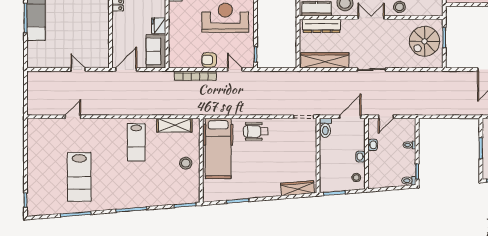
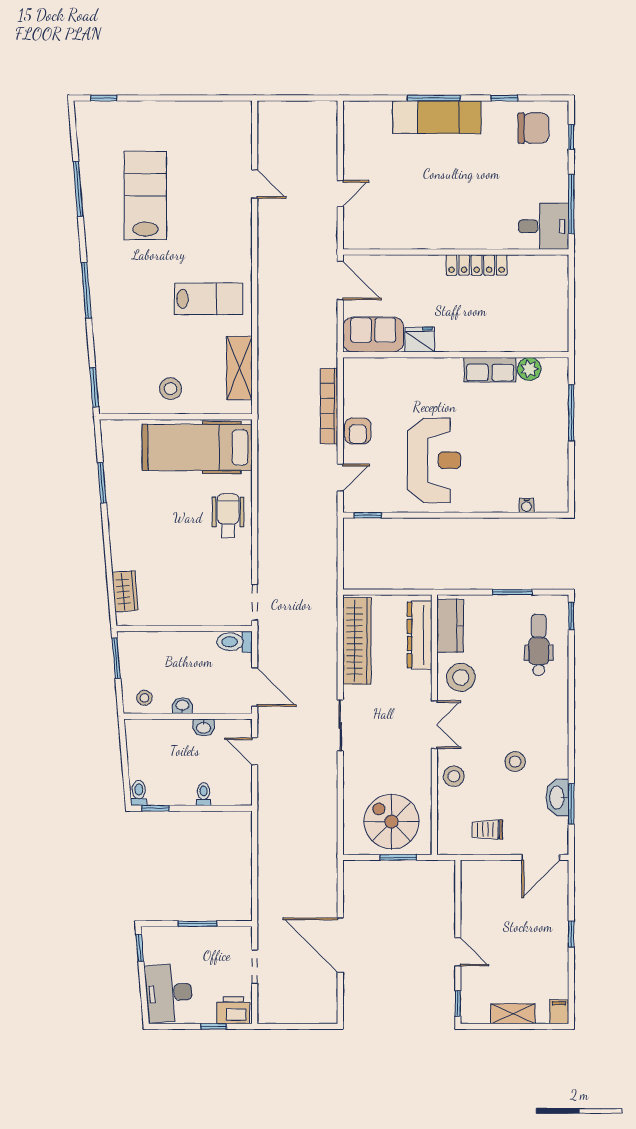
armchair: (209, 60) -> (358, 431), turned 180
lab bench: (136, 142) -> (208, 299), turned 180
lab bench: (79, 177) -> (145, 195), turned 90
wardrobe: (298, 188) -> (125, 591), width x0.67

